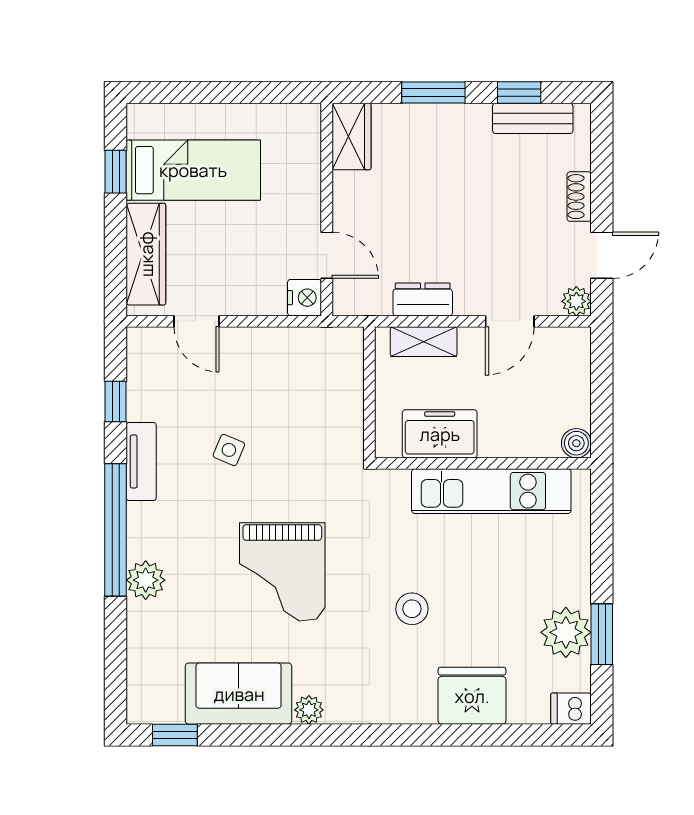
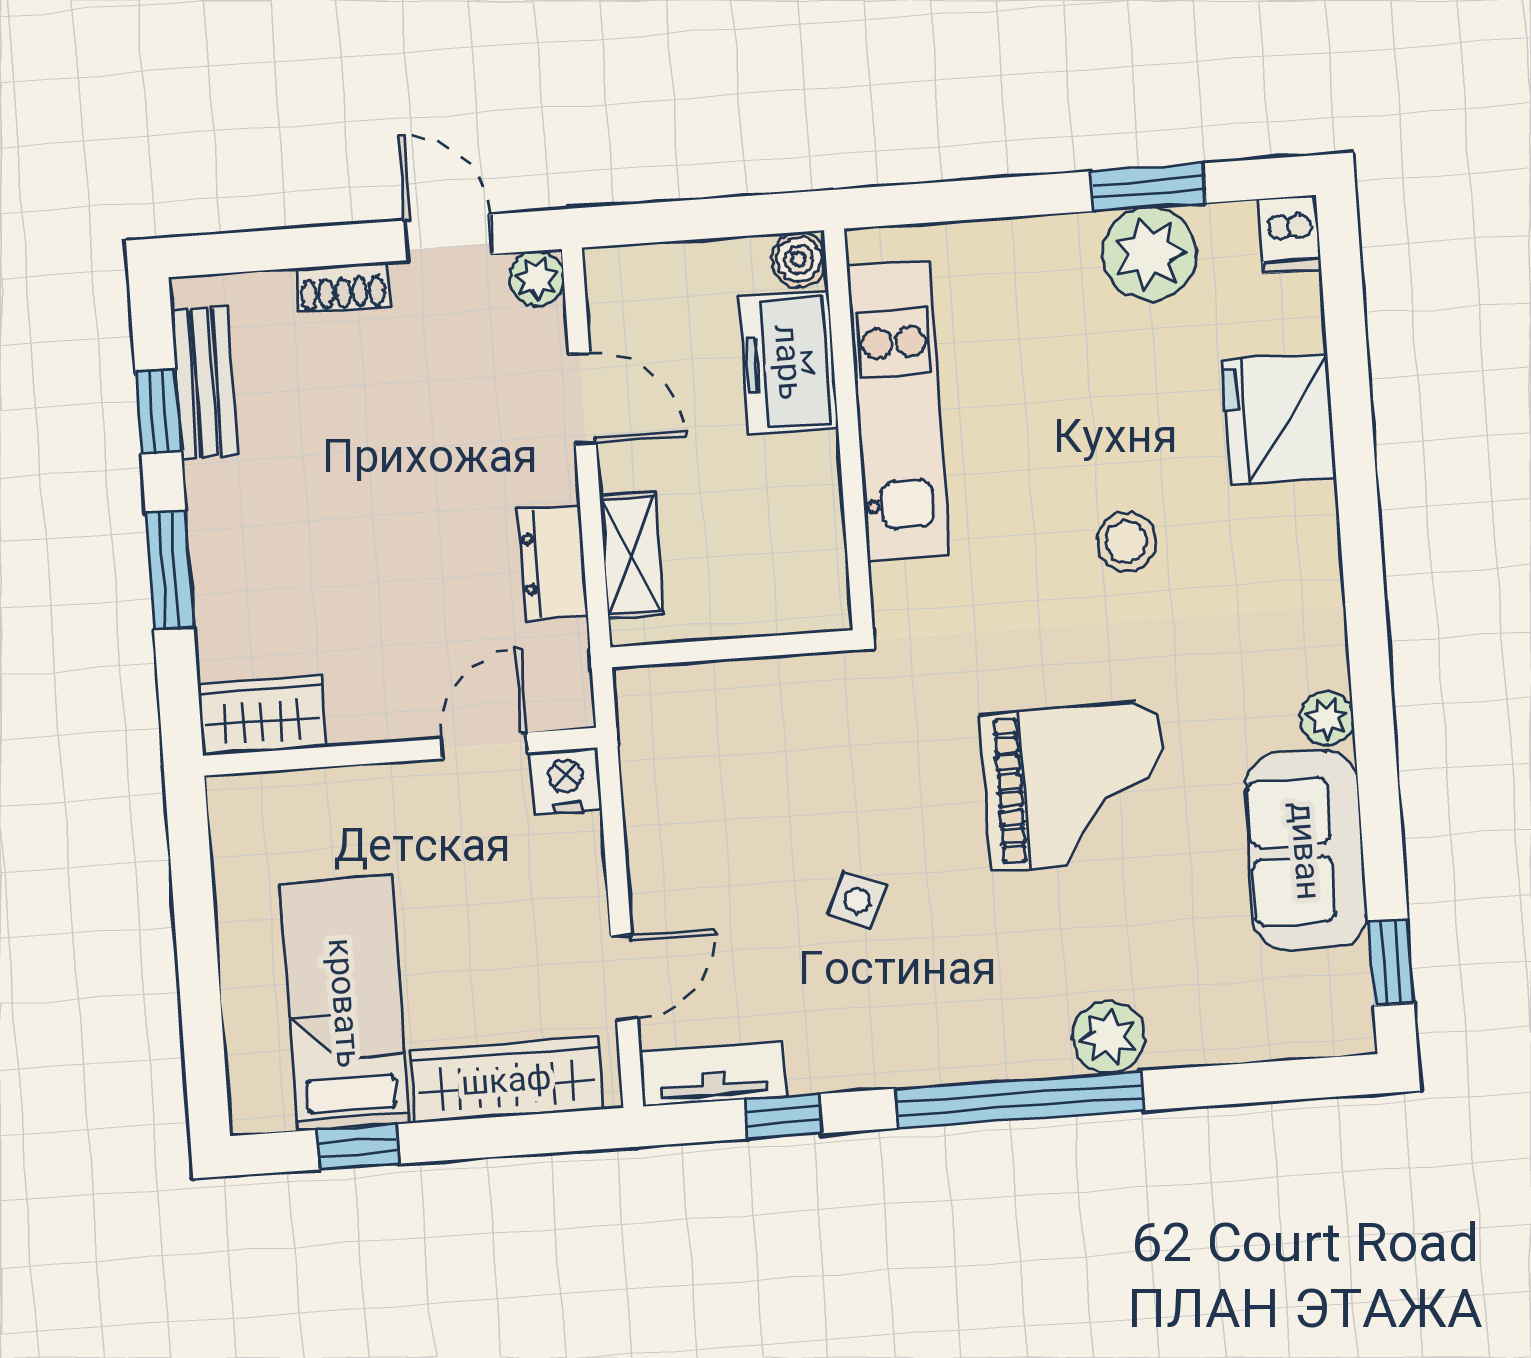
freezer: (440, 434) -> (789, 362), moved
tv unit: (141, 461) -> (714, 1074), moved

